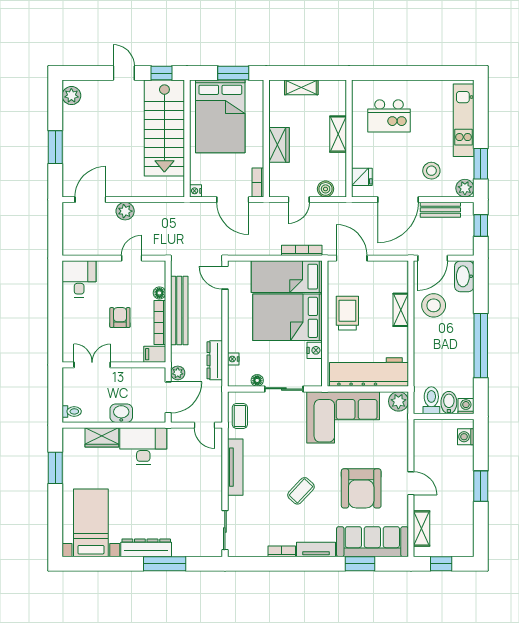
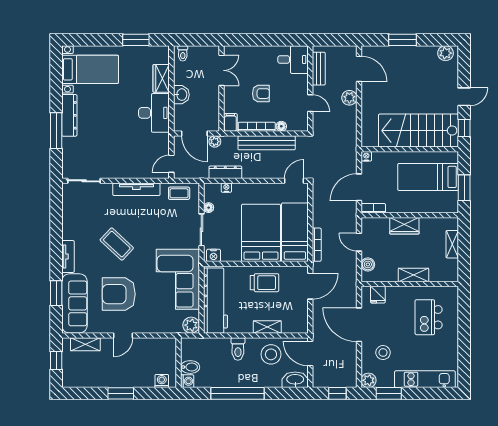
bed: (220, 116) -> (428, 177), width x0.67
bench: (440, 210) -> (319, 69), moved
nightstand: (315, 350) -> (214, 255), moved
toilet: (431, 400) -> (238, 349), moved, turned 90
coffee table: (301, 491) -> (117, 244), width x1.36, depth x1.30
bookcase: (282, 551) -> (66, 228), removed

